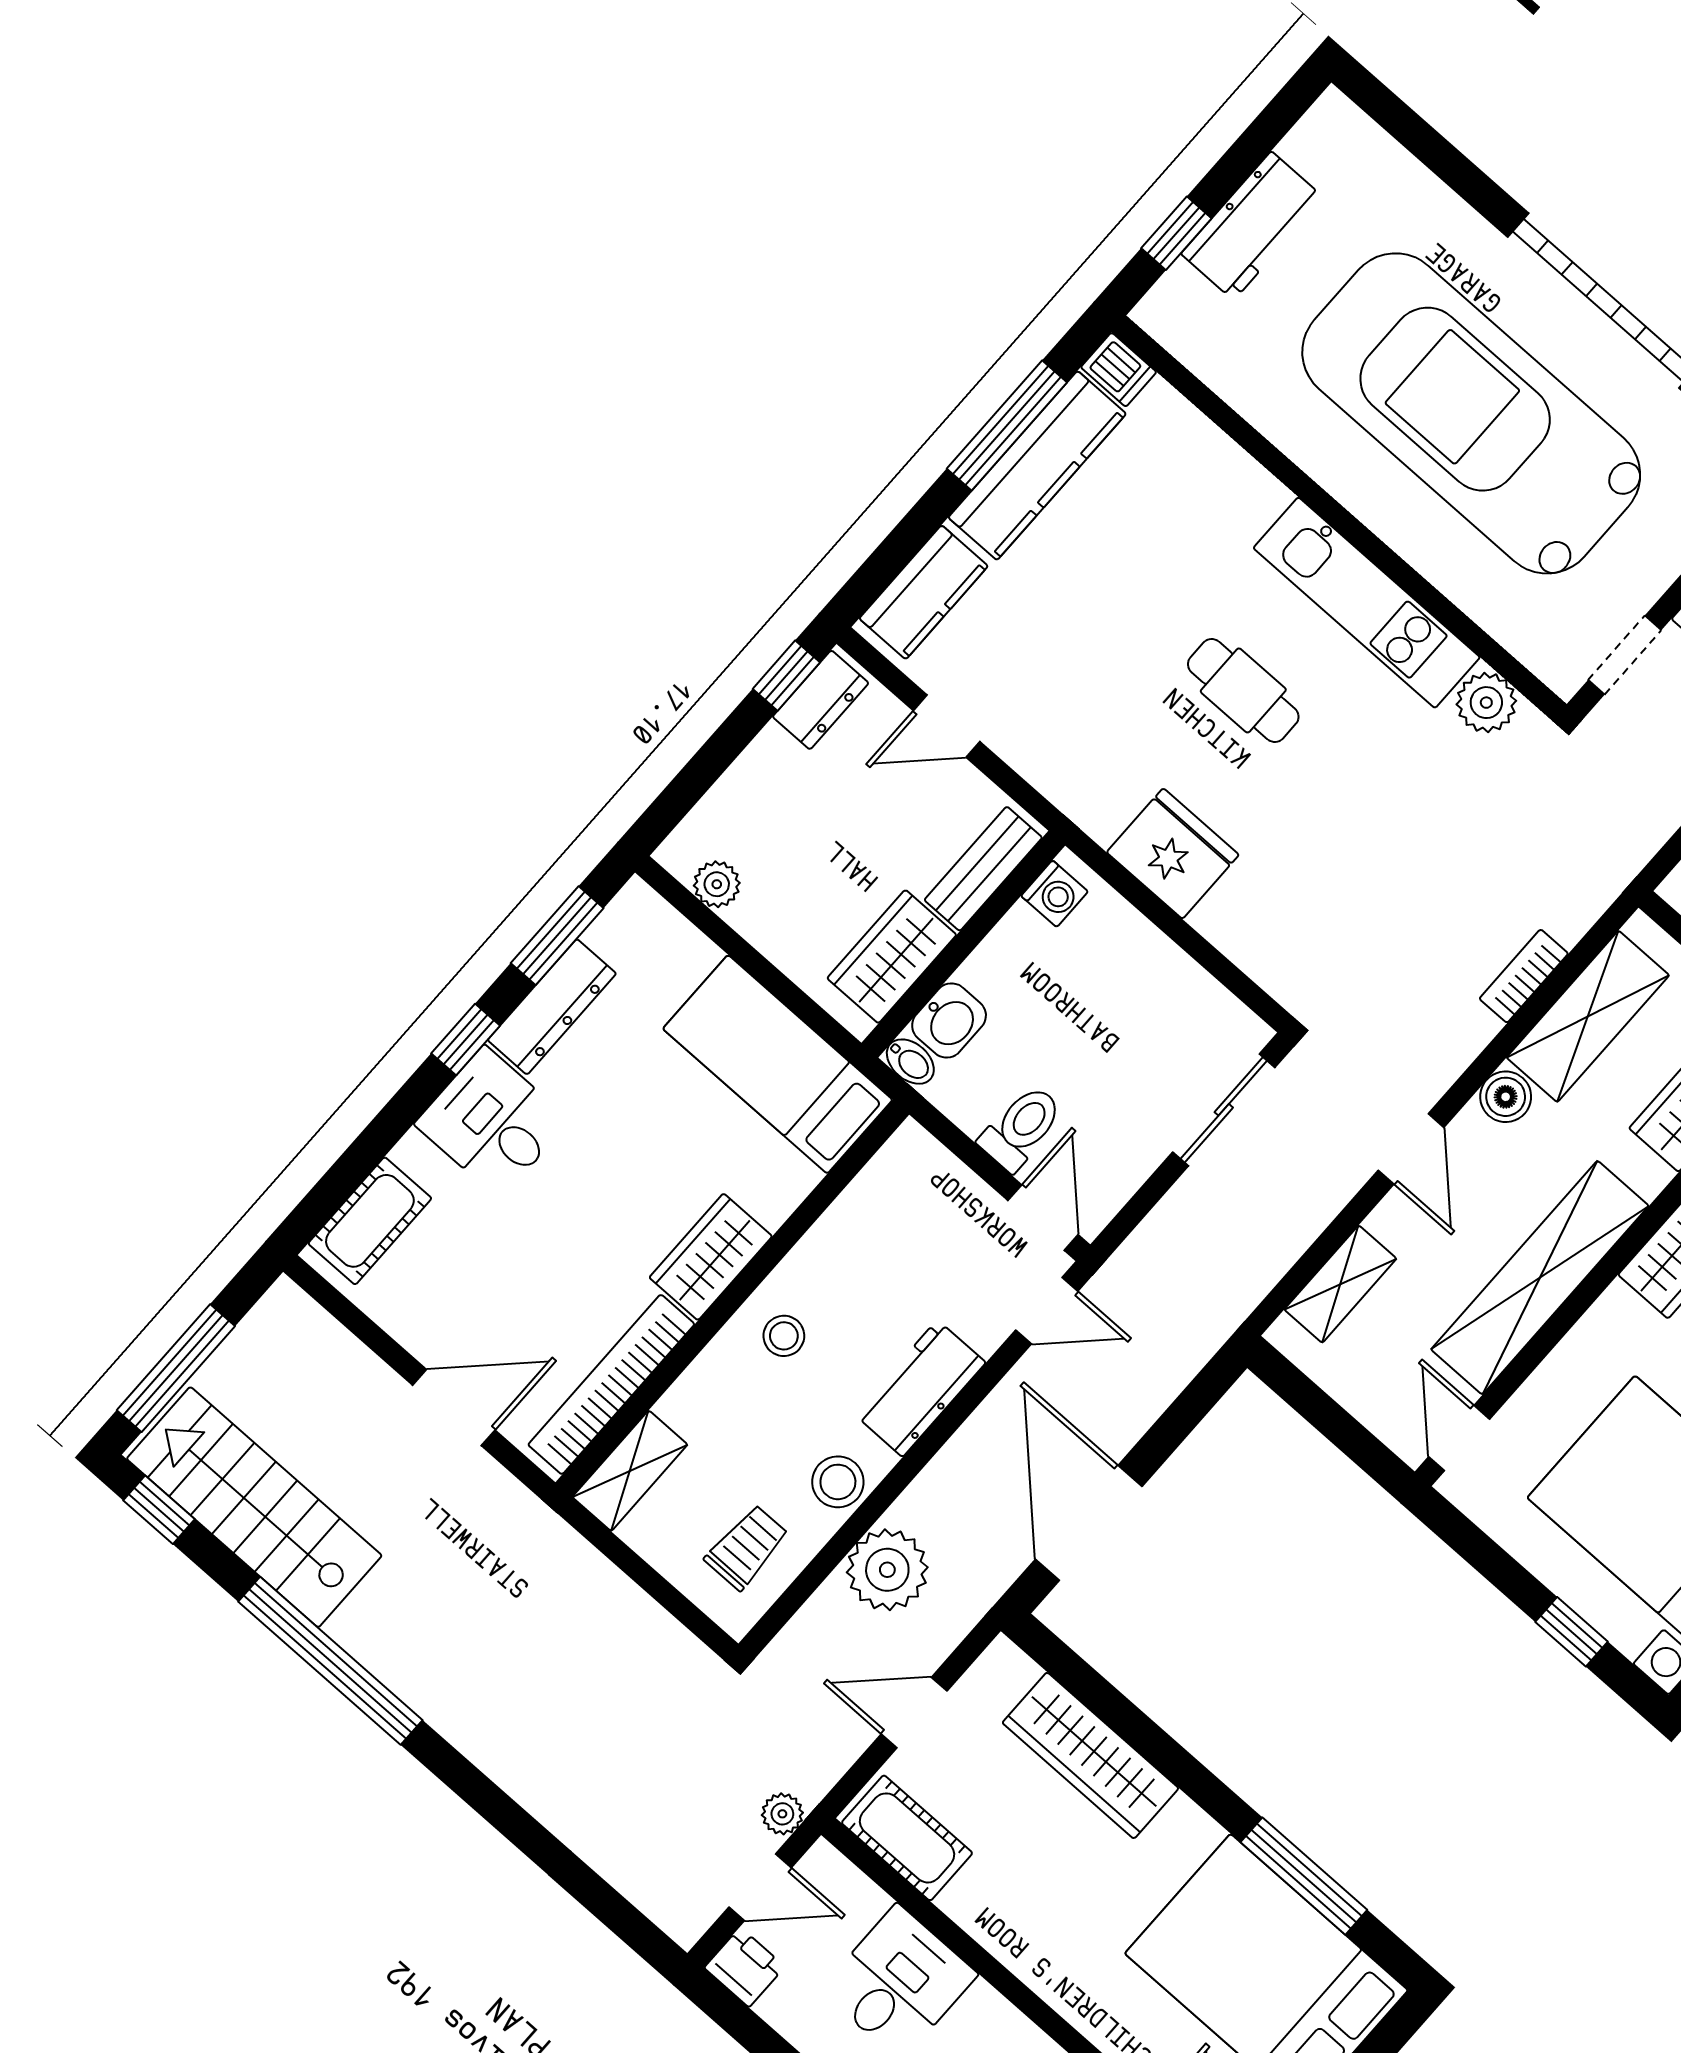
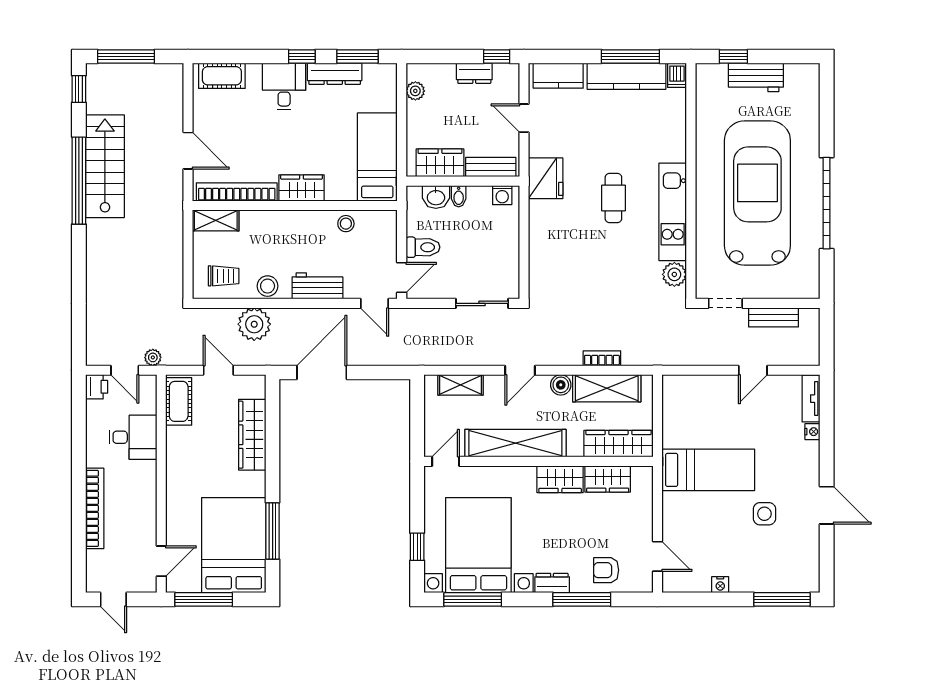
dresser: (821, 700) -> (474, 73), moved
fridge: (1173, 854) -> (546, 178), moved
bidet: (910, 1062) -> (459, 196), moved
stool: (784, 1336) -> (346, 224), moved
stairs: (254, 1507) -> (105, 166), moved

